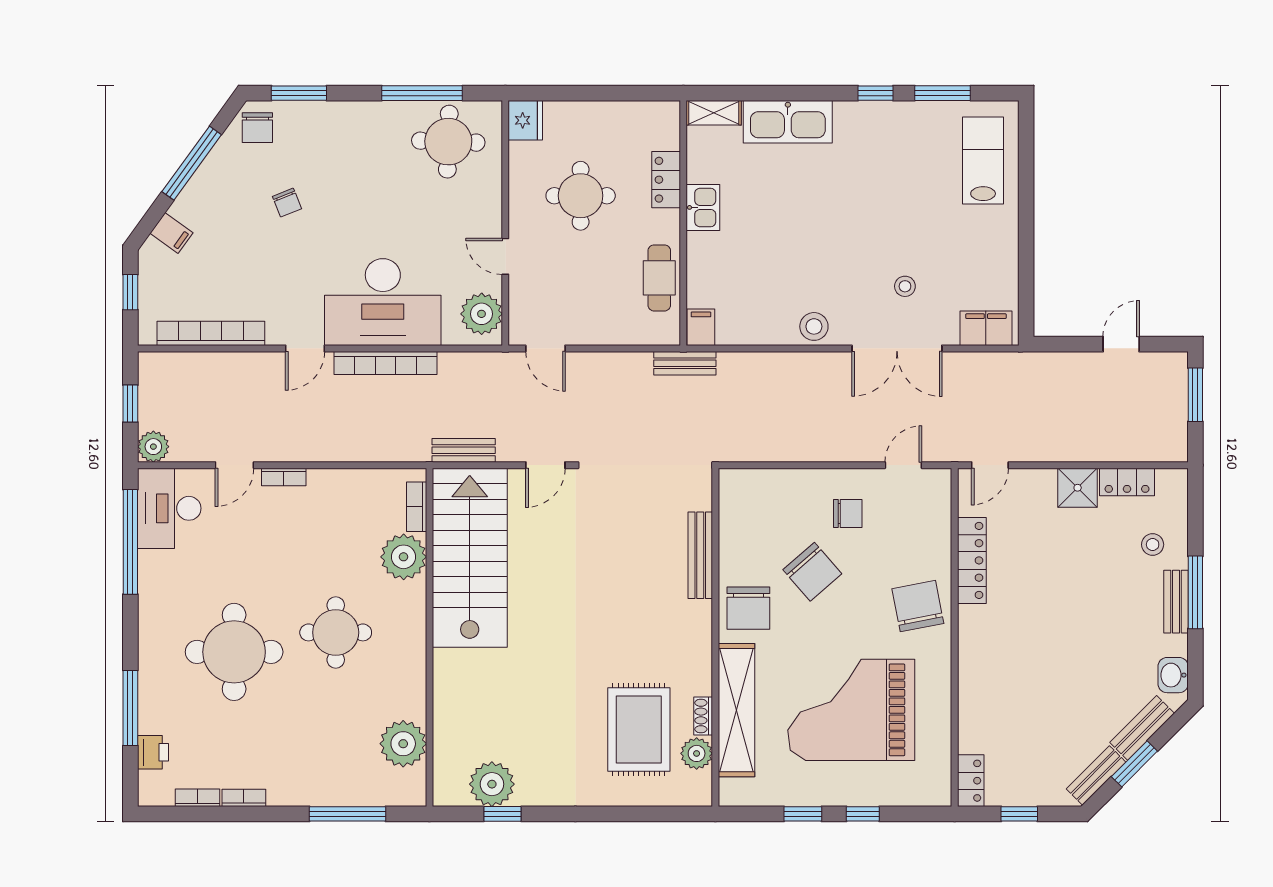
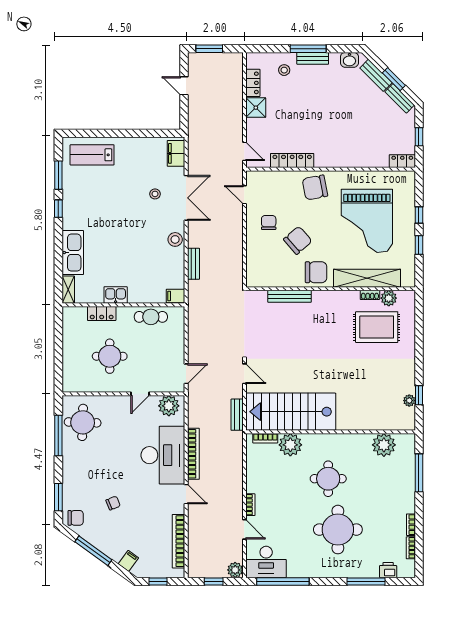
fridge: (525, 120) -> (72, 384), removed
bench: (685, 363) -> (193, 264), moved
plant: (492, 784) -> (409, 401), width x0.53, depth x0.53

